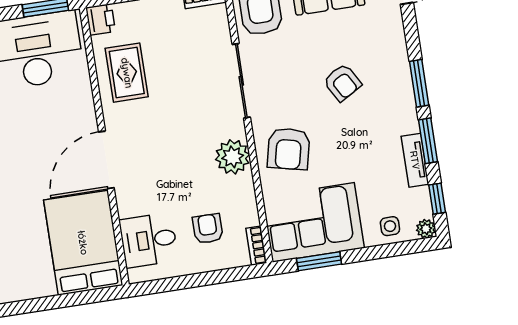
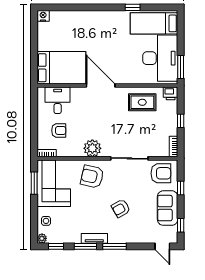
tv unit: (415, 160) -> (94, 238), moved

